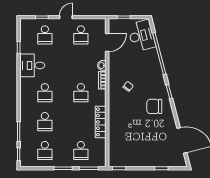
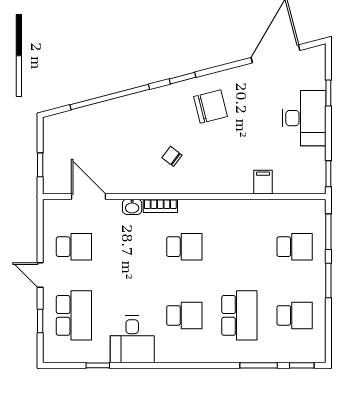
school desk: (45, 35) -> (74, 315), width x1.85
desk: (141, 36) -> (304, 118), moved, turned 105
chair: (154, 106) -> (210, 107), turned -104
school desk: (45, 122) -> (239, 315), width x1.85
locker: (101, 122) -> (240, 209), removed
filing cabinet: (115, 134) -> (263, 182), added

